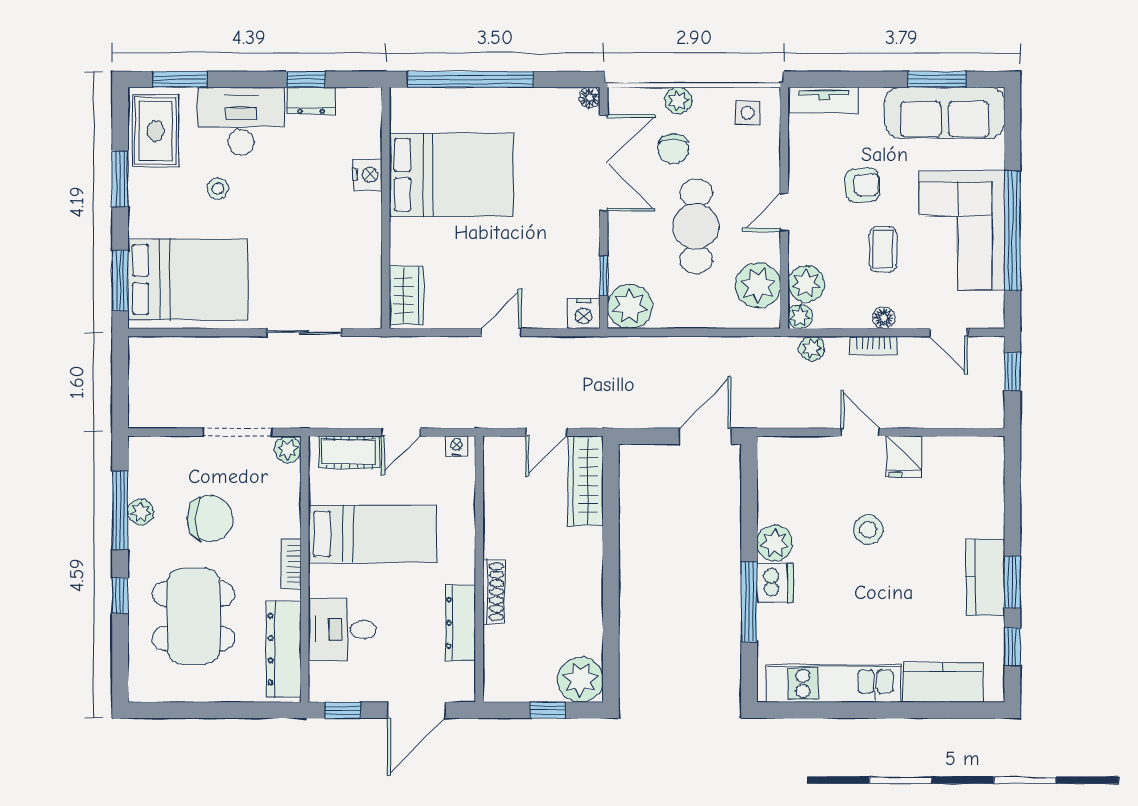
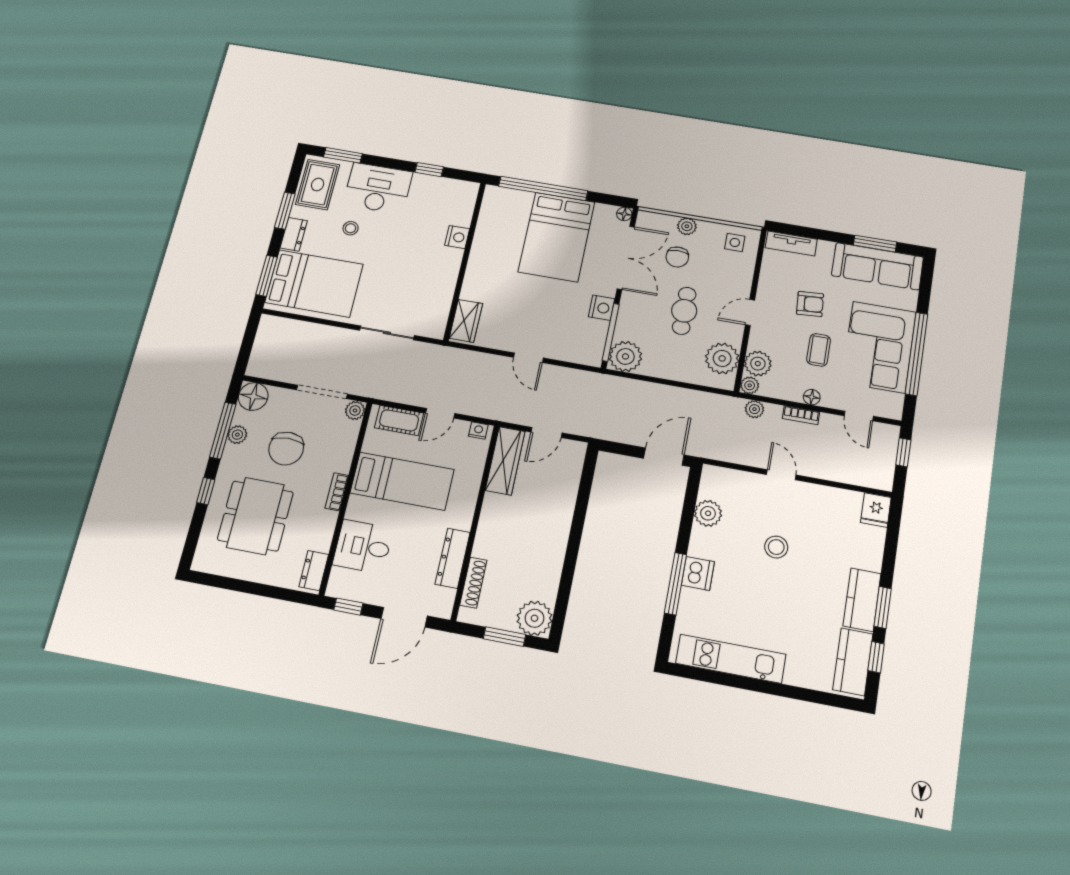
dresser: (311, 101) -> (294, 234), moved, turned -90
bed: (452, 175) -> (557, 237), moved, turned 90
cafe table: (696, 226) -> (684, 311), width x0.73, depth x0.74
window: (604, 276) -> (611, 332), width x2.17
nightstand: (583, 314) -> (602, 308), moved, turned -90
door: (501, 332) -> (528, 358), swing flipped
floor lamp: (148, 456) -> (253, 397), added
fridge: (904, 456) -> (876, 510), moved
wardrobe: (586, 481) -> (505, 461), moved, turned 180
chair: (210, 519) -> (286, 449), turned 90
plant: (775, 543) -> (708, 513), moved
shoe rack: (494, 592) -> (473, 583), moved
dresser: (284, 649) -> (314, 571), width x0.51, depth x0.80
kitchen counter: (943, 682) -> (853, 662), moved, turned -90
window: (548, 710) -> (504, 637), width x1.50

